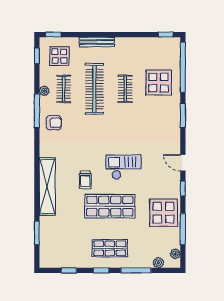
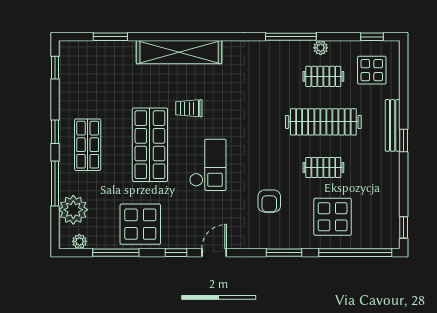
window: (53, 35) -> (404, 141), moved
armchair: (54, 123) -> (269, 201), moved
plant: (158, 263) -> (73, 210), width x1.87, depth x1.87
window: (69, 270) -> (55, 68), moved

